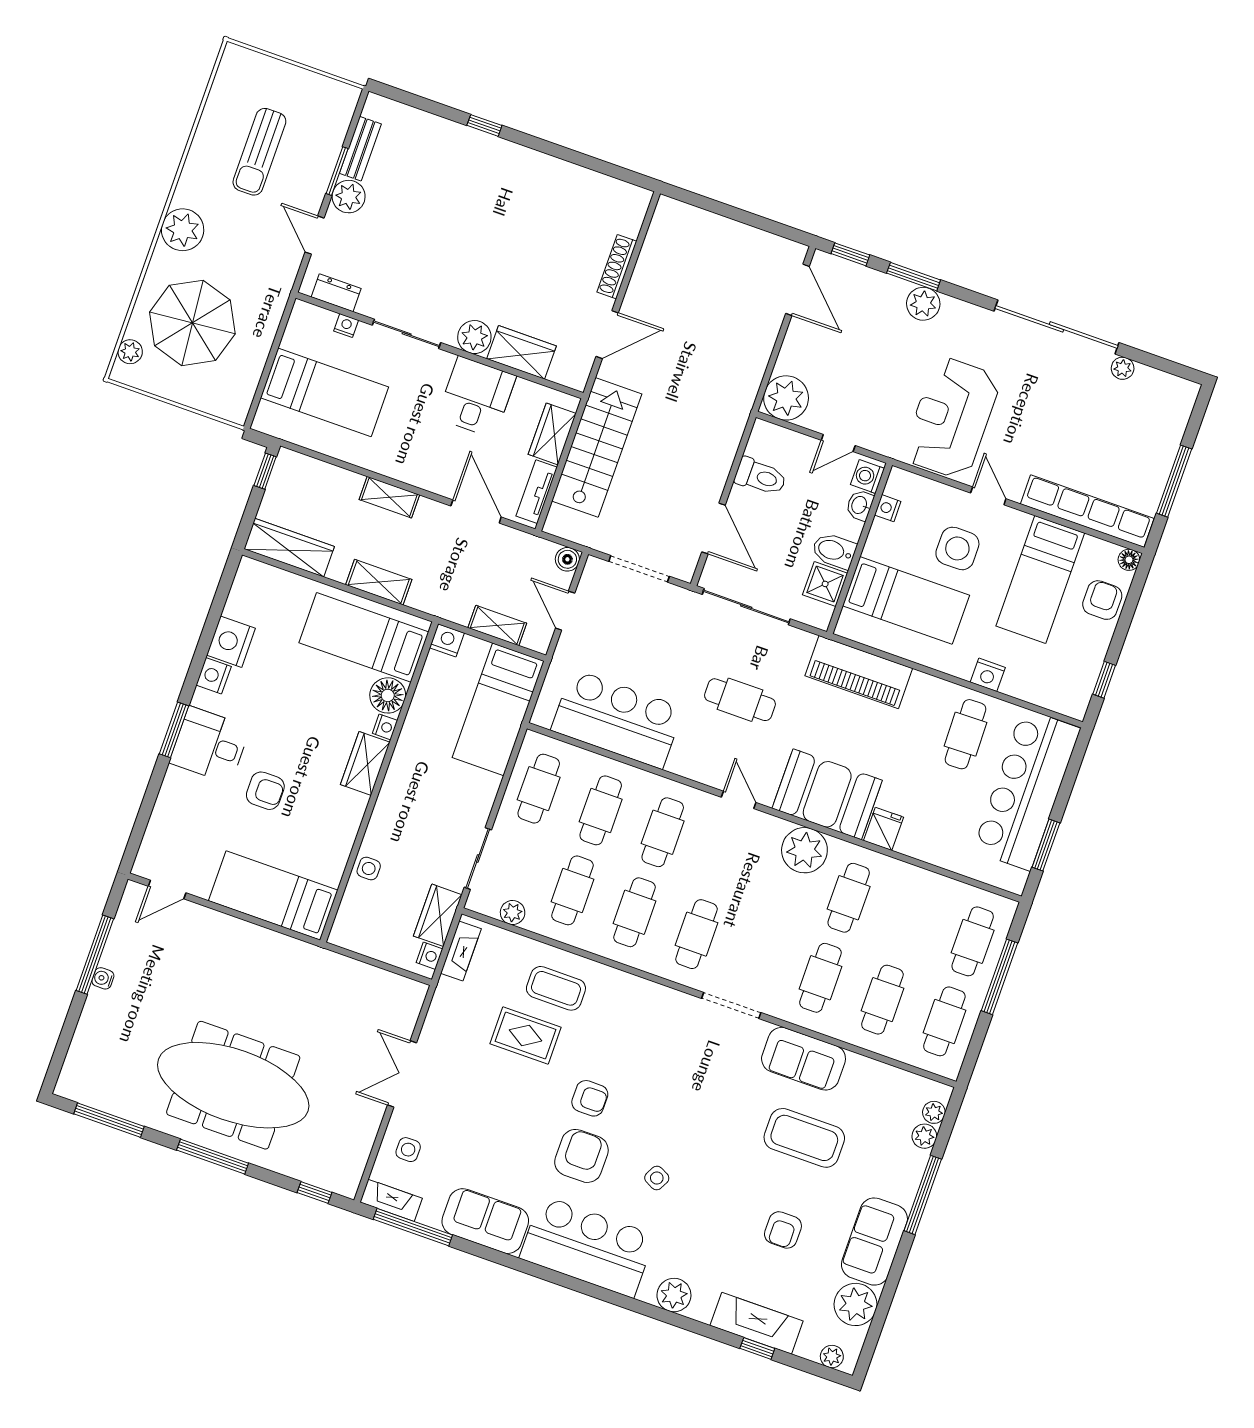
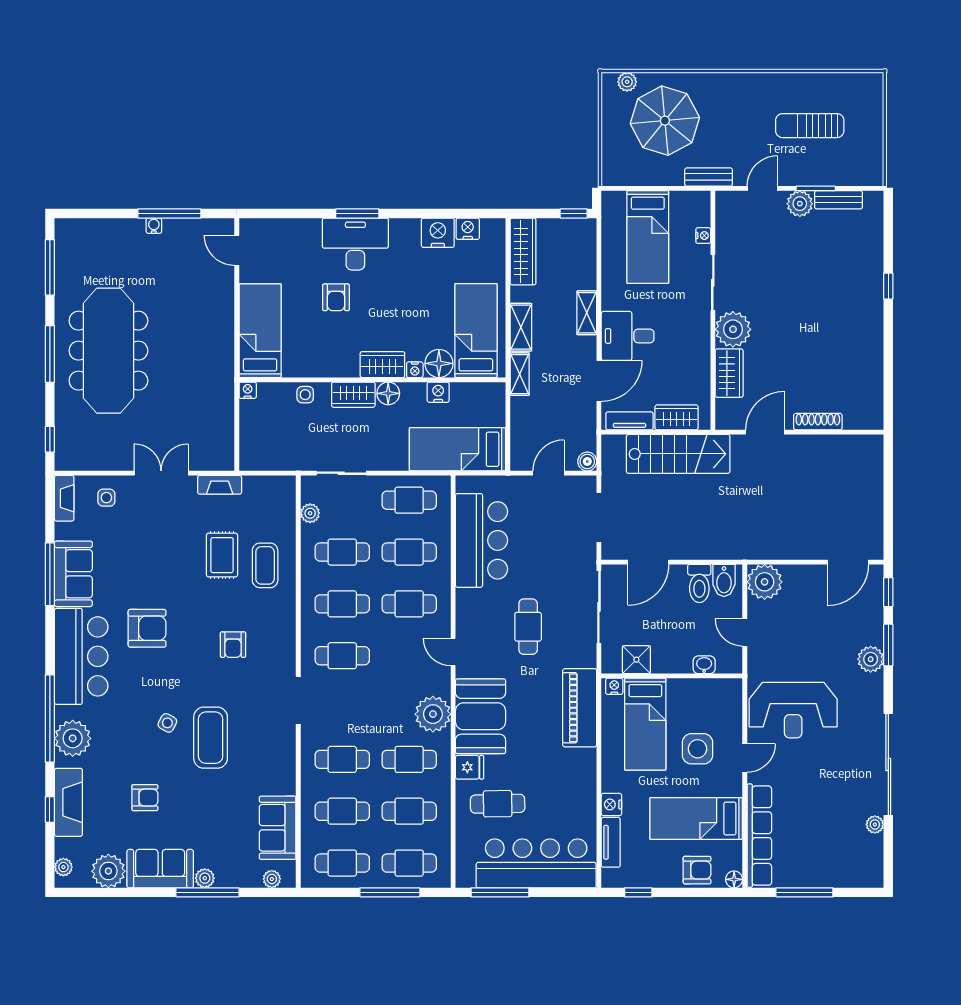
plant: (183, 230) -> (732, 89), removed
dresser: (336, 293) -> (725, 220), removed
bench: (278, 294) -> (709, 177), added
door: (607, 335) -> (765, 432), swing flipped
plant: (474, 337) -> (733, 329), width x1.36, depth x1.36
desk: (476, 397) -> (628, 336), moved, turned 180
reception desk: (952, 418) -> (793, 710), turned 180
washing machine: (868, 477) -> (727, 663), removed
nightstand: (888, 508) -> (614, 686), moved
bidet: (834, 551) -> (724, 580), moved, turned 180
shelving: (497, 625) -> (520, 374), moved
nightstand: (447, 640) -> (438, 392), moved, turned -90
nightstand: (214, 676) -> (468, 229), moved
tv unit: (1033, 692) -> (611, 842), added
cafe table: (966, 734) -> (498, 804), moved
desk: (210, 745) -> (355, 244), width x1.37
floor lamp: (402, 769) -> (388, 393), added
door: (739, 800) -> (453, 652), swing flipped
window: (1046, 845) -> (500, 892), width x1.44
wardrobe: (438, 915) -> (353, 395), moved, turned 180
cafe table: (911, 920) -> (409, 811), added
fireplace: (461, 951) -> (220, 485), moved
nightstand: (429, 956) -> (248, 390), moved, turned 180
sofa: (804, 1059) -> (278, 828), moved
armchair: (590, 1098) -> (233, 645), moved
plant: (924, 1136) -> (205, 878), moved
coffee table: (804, 1138) -> (211, 738), moved
side table: (657, 1178) -> (167, 723), moved
window: (413, 1227) -> (50, 574), moved
armchair: (783, 1230) -> (145, 798), turned 180
plant: (674, 1295) -> (73, 738), width x1.36, depth x1.36
window: (648, 1310) -> (50, 718), added

